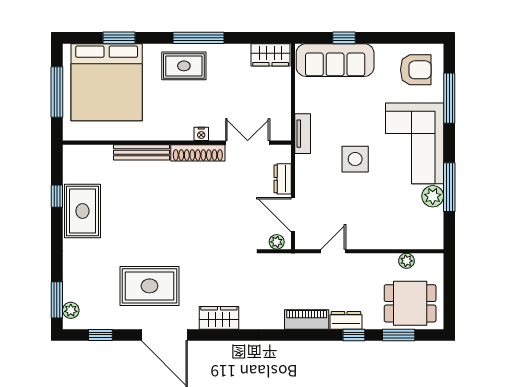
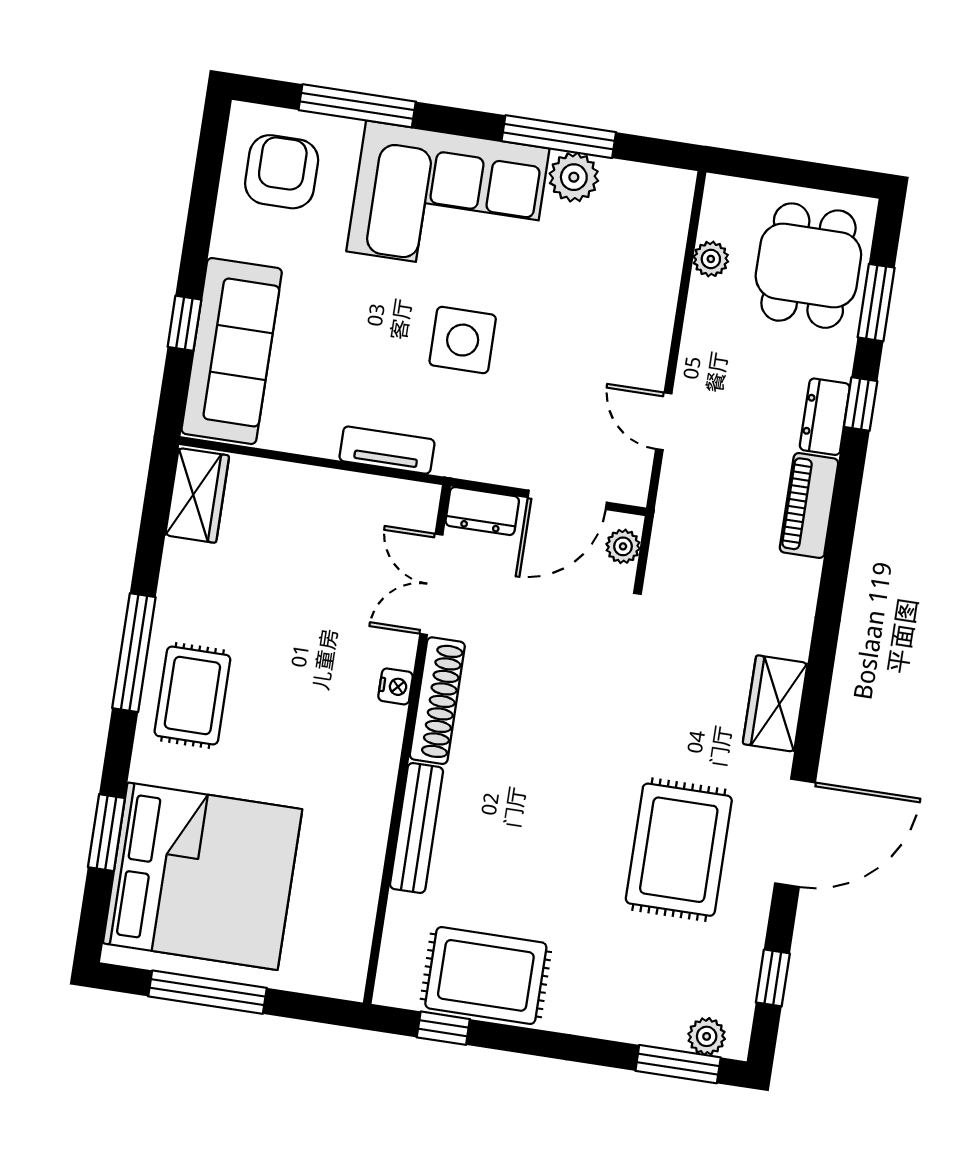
nightstand: (201, 134) -> (396, 686), moved
wall: (177, 143) -> (407, 745), moved
double door: (248, 143) -> (431, 584), moved
bench: (142, 152) -> (417, 828), moved
shoe rack: (198, 153) -> (437, 701), moved

